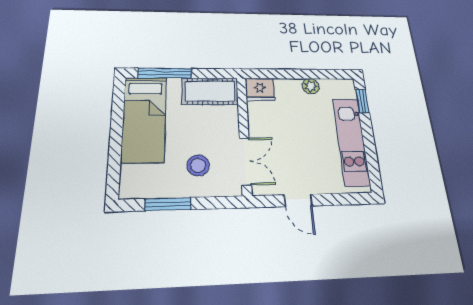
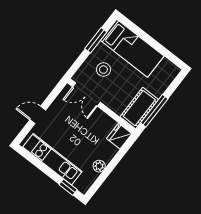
window: (165, 73) -> (154, 111), moved
bed: (144, 119) -> (132, 48), moved, turned 180
door: (298, 200) -> (38, 115), moved

